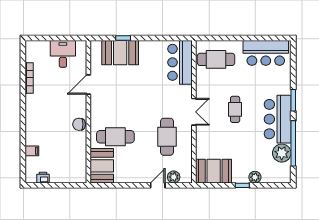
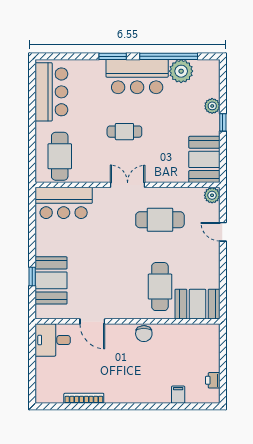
desk: (63, 54) -> (53, 340), moved
plant: (174, 177) -> (212, 195), moved

